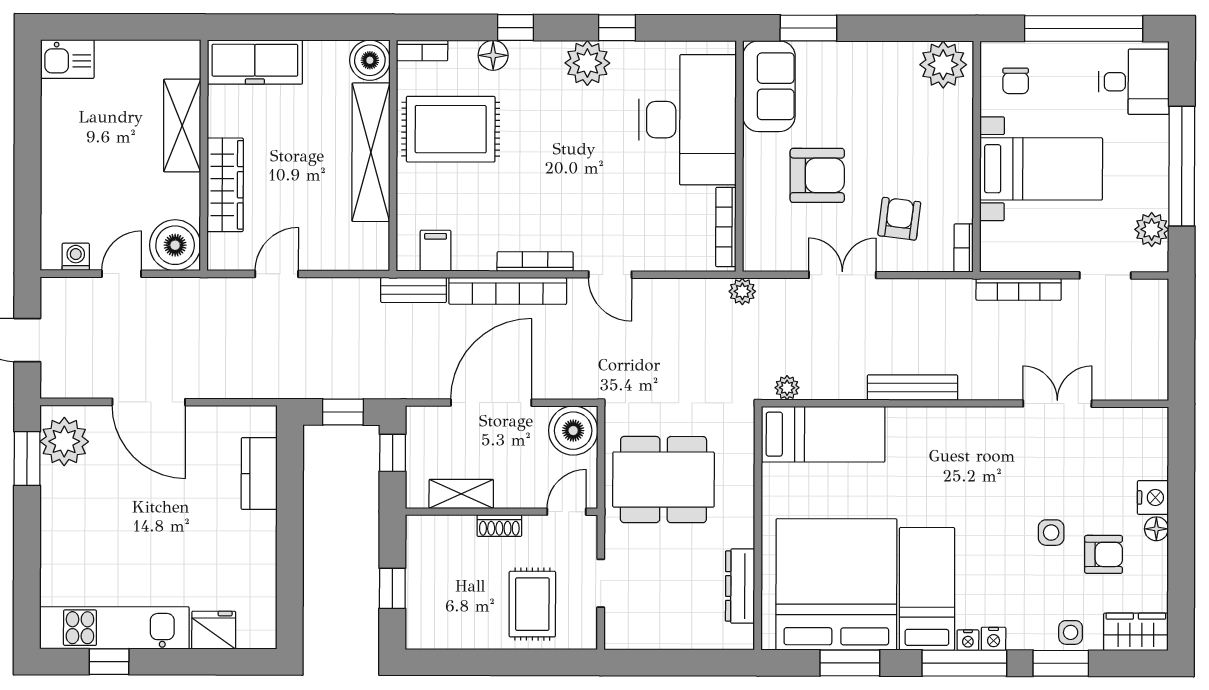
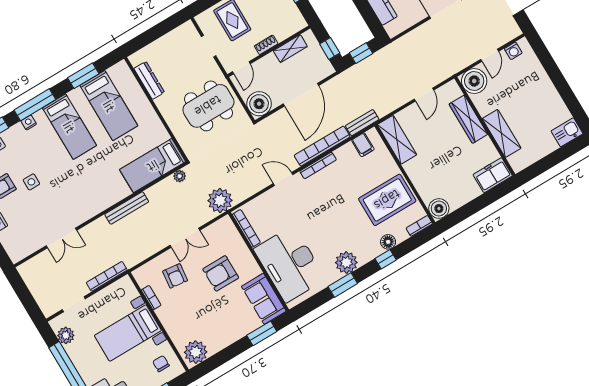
window: (617, 28) -> (343, 285), width x1.50
freezer: (255, 62) -> (493, 175), width x0.71
shelving: (371, 152) -> (397, 140), moved, width x0.68
bookcase: (964, 248) -> (151, 298), moved
plant: (742, 291) -> (220, 200), width x1.88, depth x1.88
bed: (836, 584) -> (109, 106), width x0.49
nightstand: (968, 640) -> (39, 115), removed

